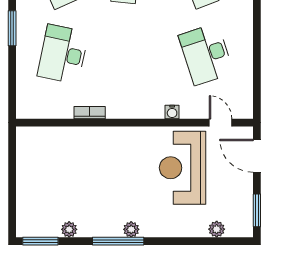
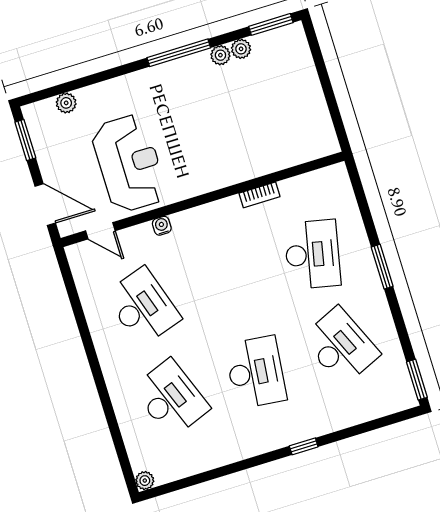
plant: (131, 229) -> (220, 55), moved

